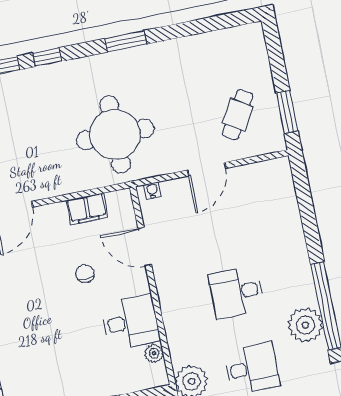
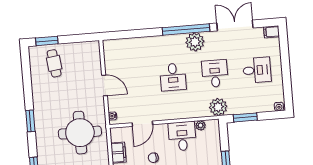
window: (287, 112) -> (47, 41), moved
cafe table: (238, 115) -> (54, 63), moved, turned 52

